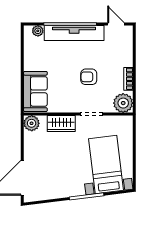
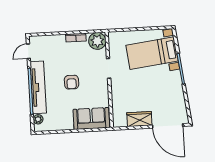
armchair: (89, 77) -> (72, 82), moved
plant: (32, 123) -> (119, 120), removed
wardrobe: (61, 124) -> (139, 119), moved, turned -90

